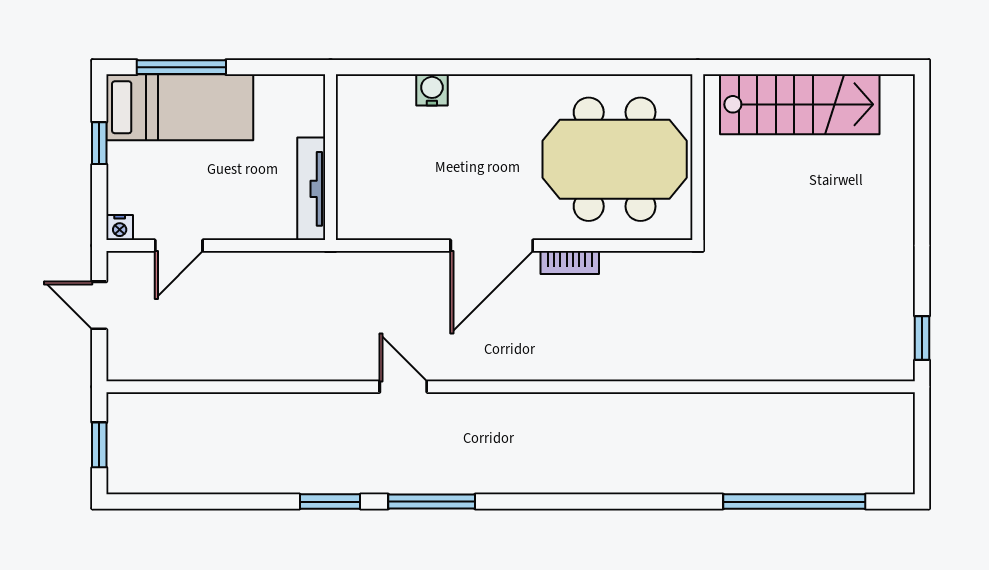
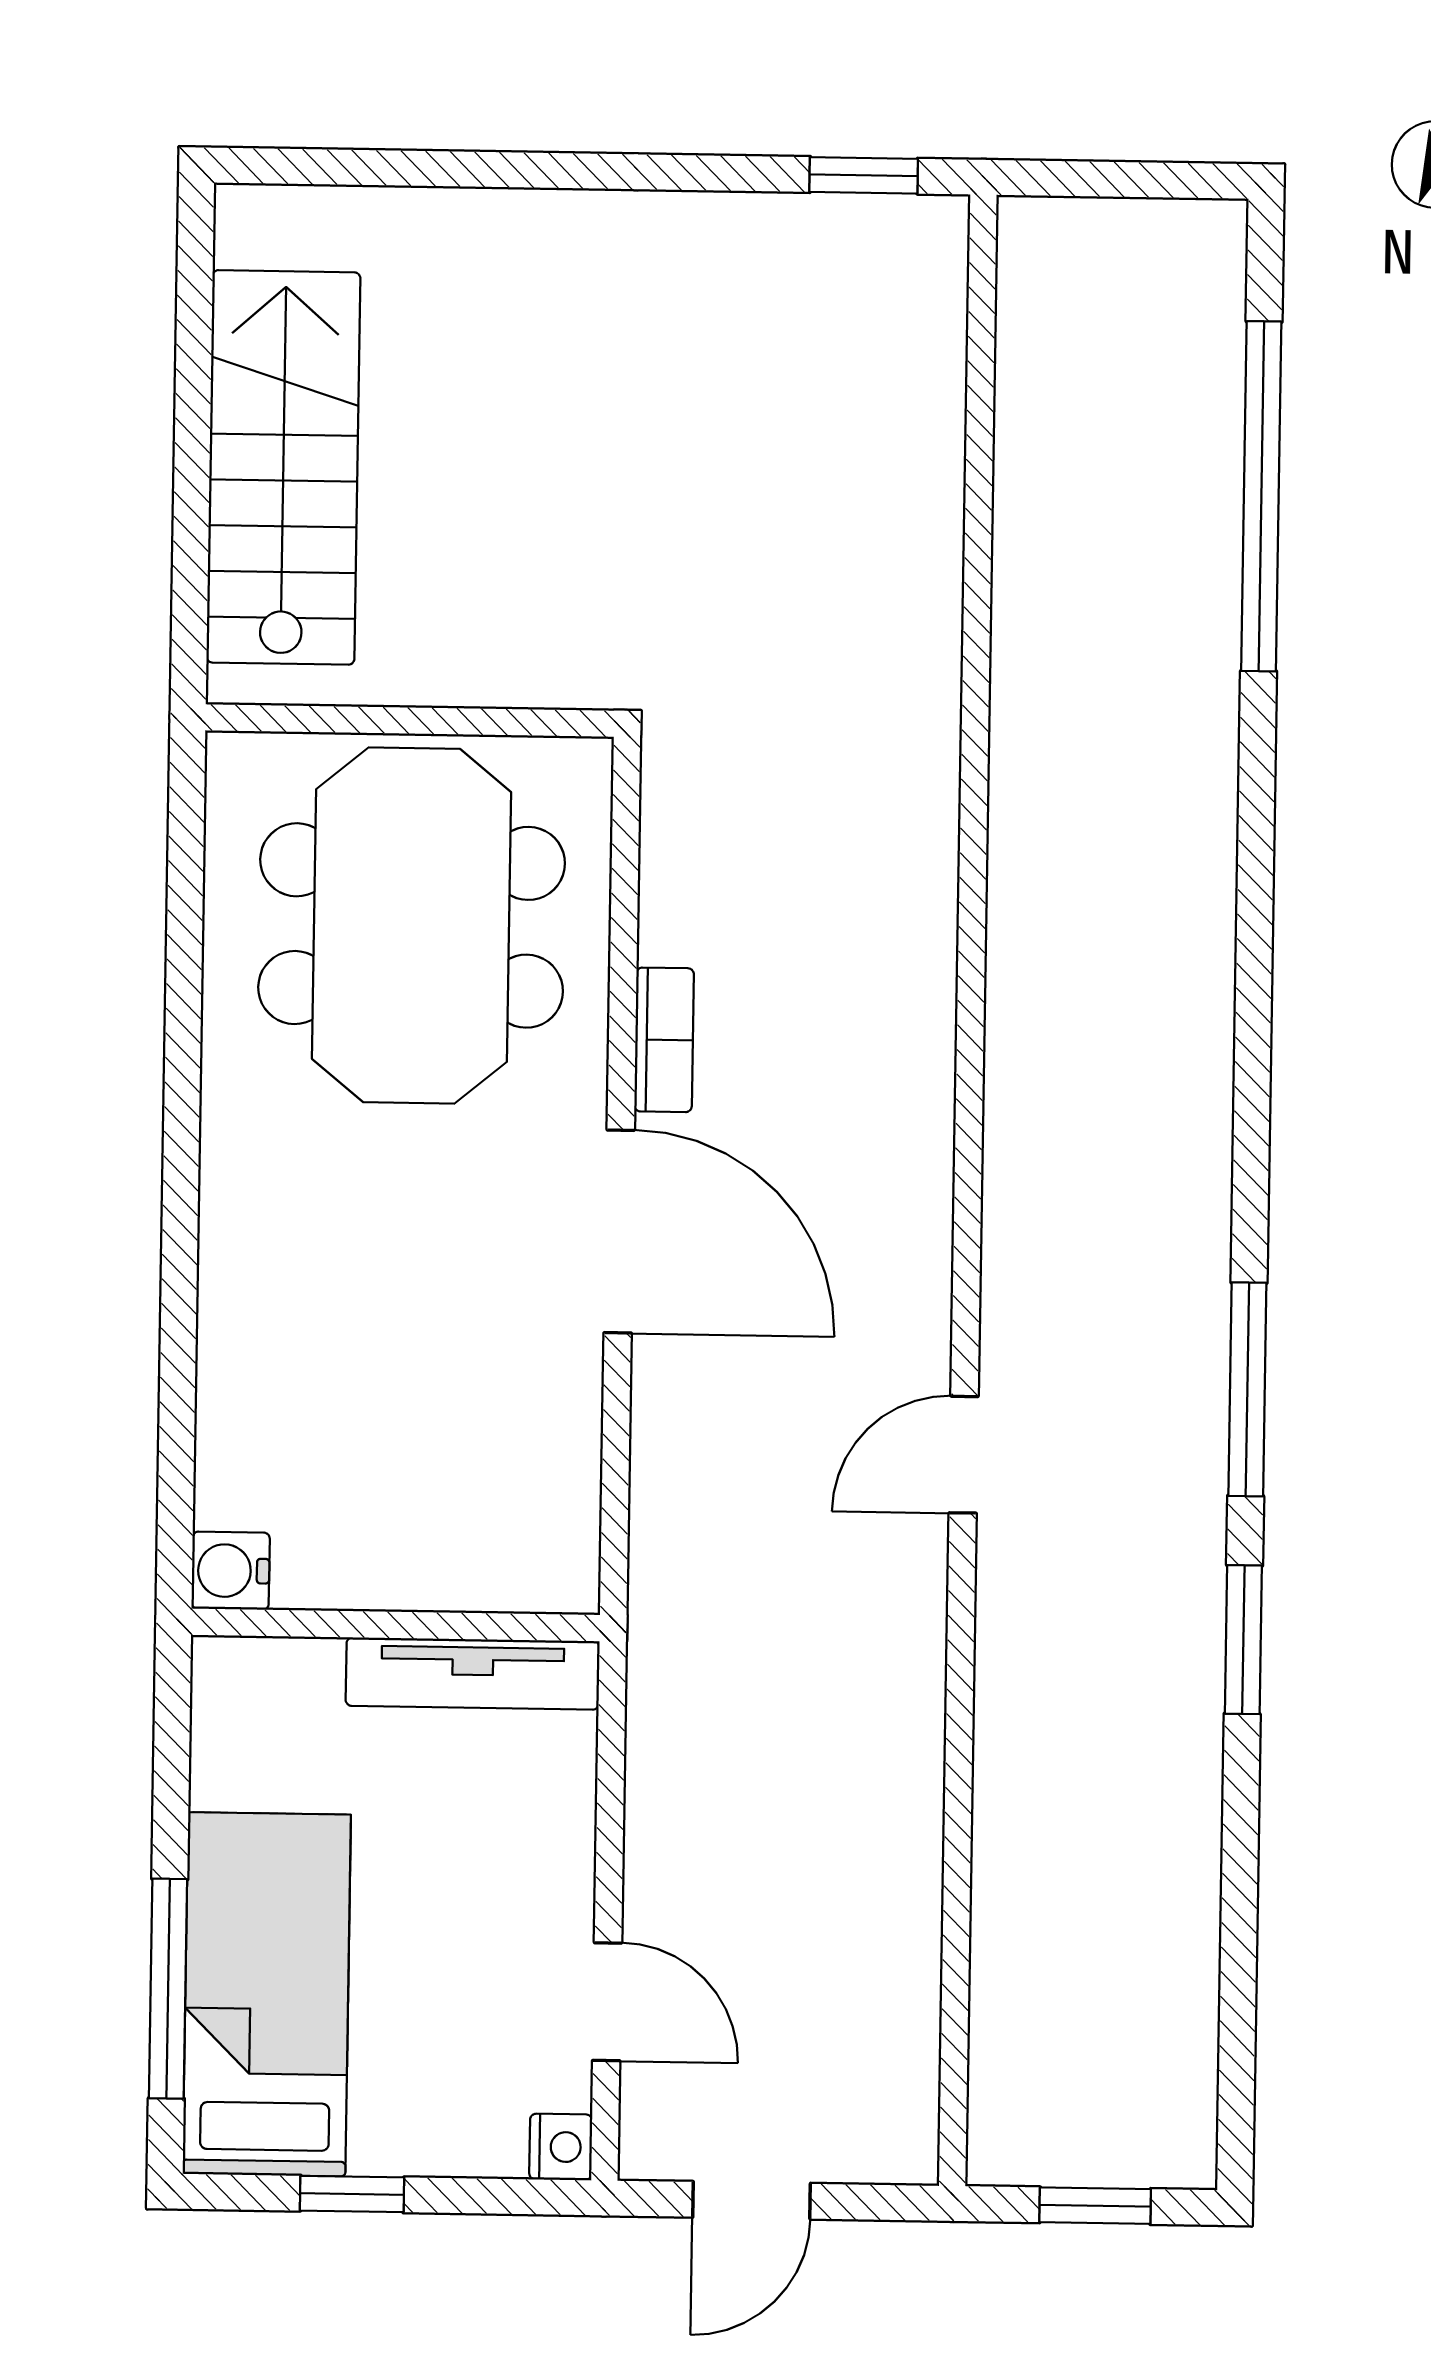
water cooler: (432, 90) -> (231, 1571), moved

